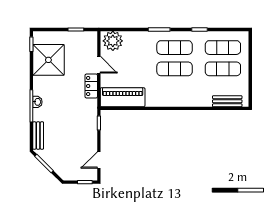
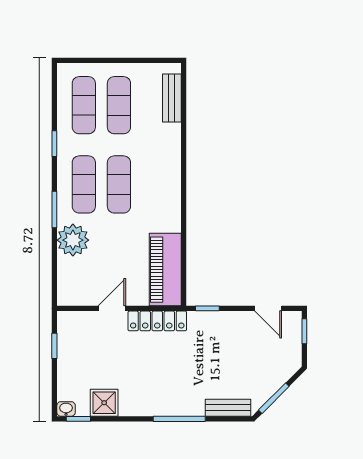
plant: (113, 41) -> (73, 240), moved
shower: (48, 60) -> (104, 403), width x0.54, depth x0.54
locker: (91, 86) -> (157, 321), width x1.53
washbasin: (37, 102) -> (66, 409), moved

